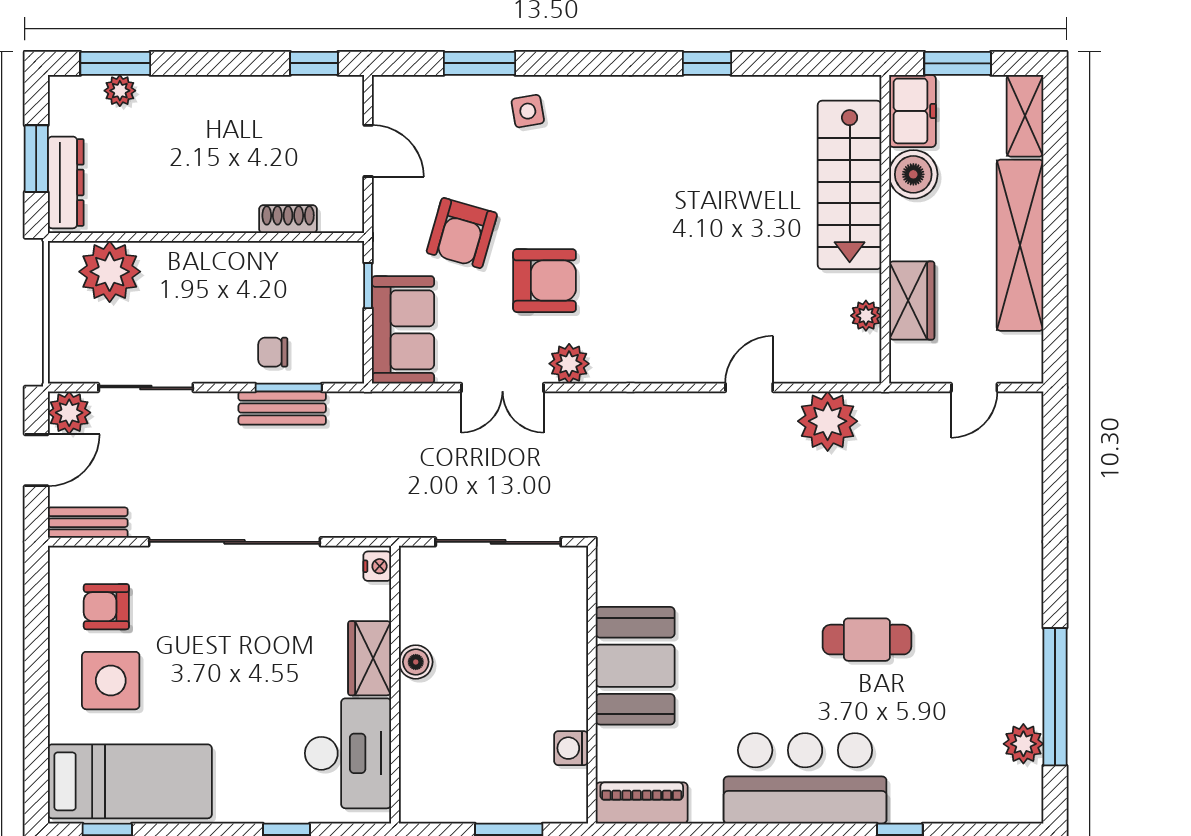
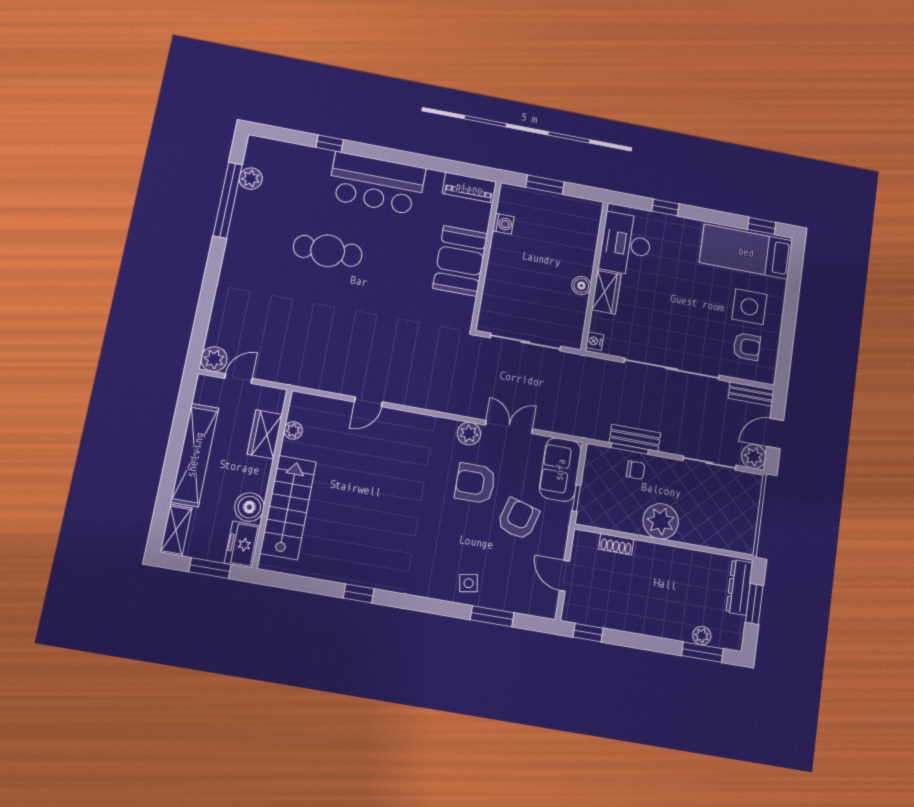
plant: (110, 272) -> (661, 521), moved
plant: (828, 421) -> (214, 359), moved, width x0.73, depth x0.73
cafe table: (867, 640) -> (328, 251), width x1.37, depth x1.35

